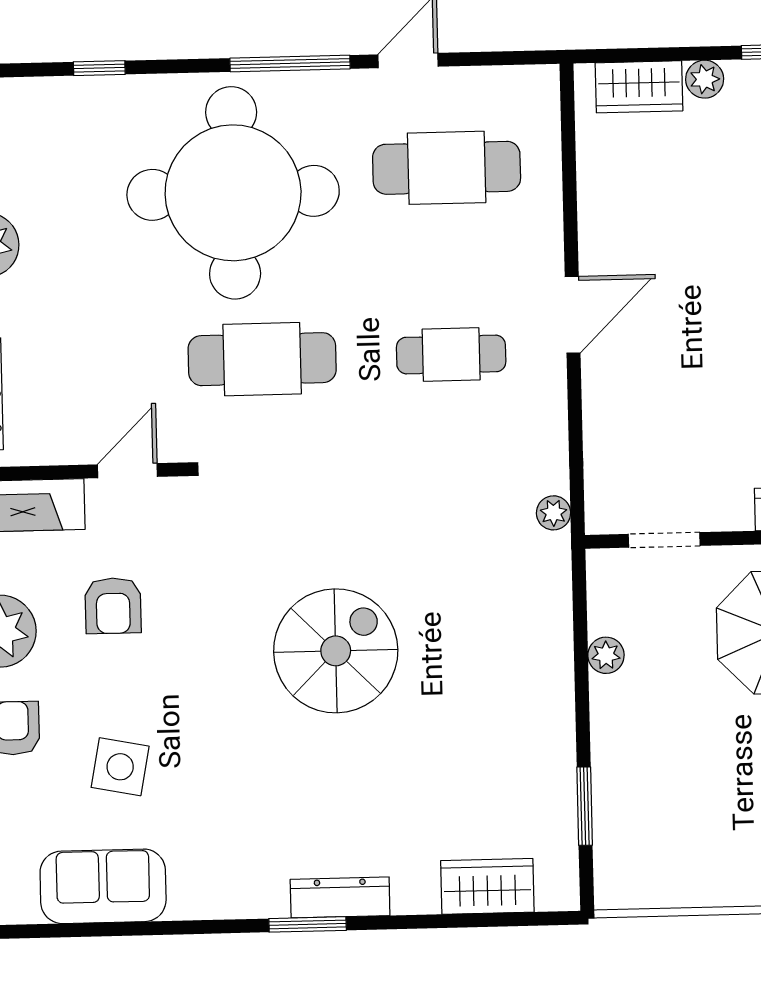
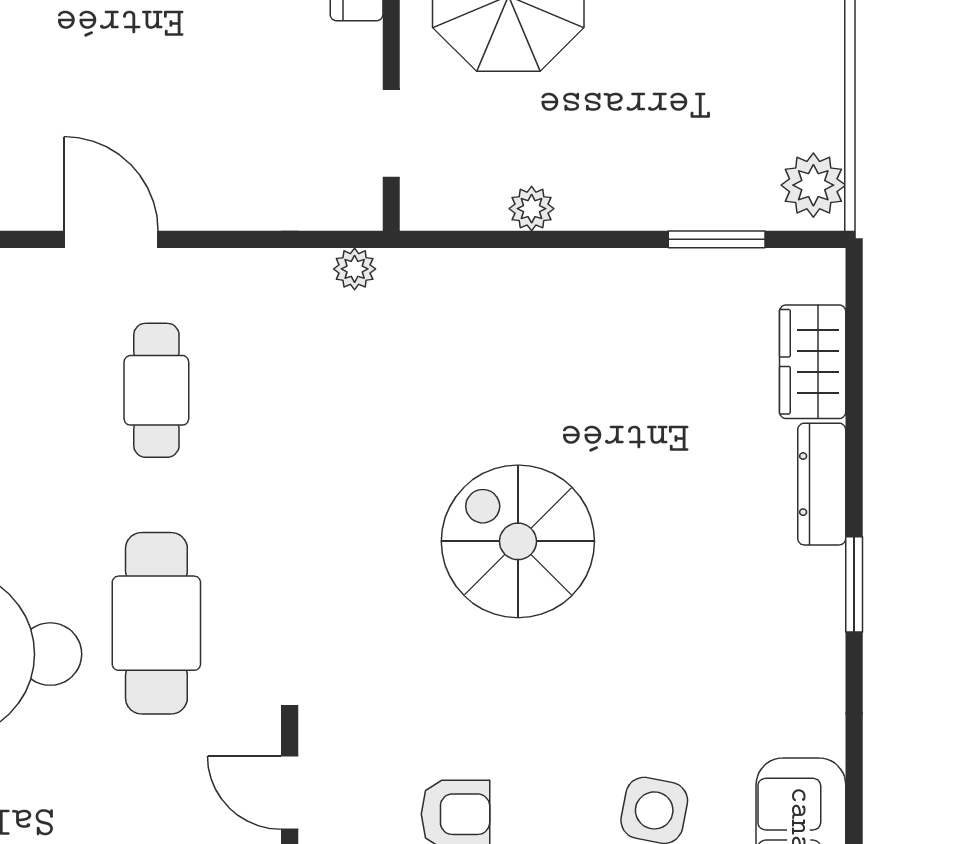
plant: (631, 883) -> (813, 185), added
dresser: (340, 897) -> (822, 484), moved

